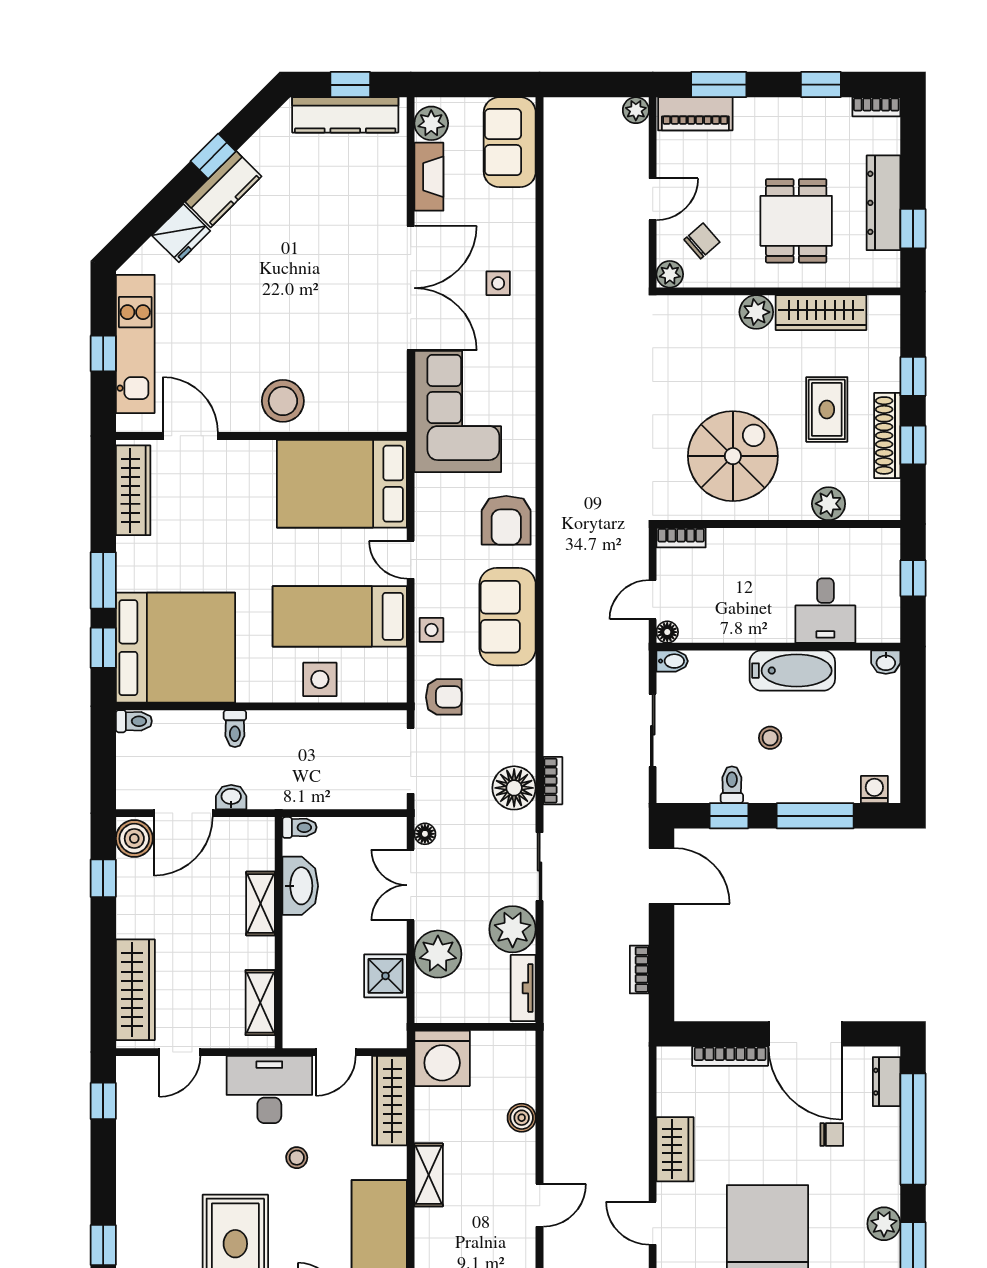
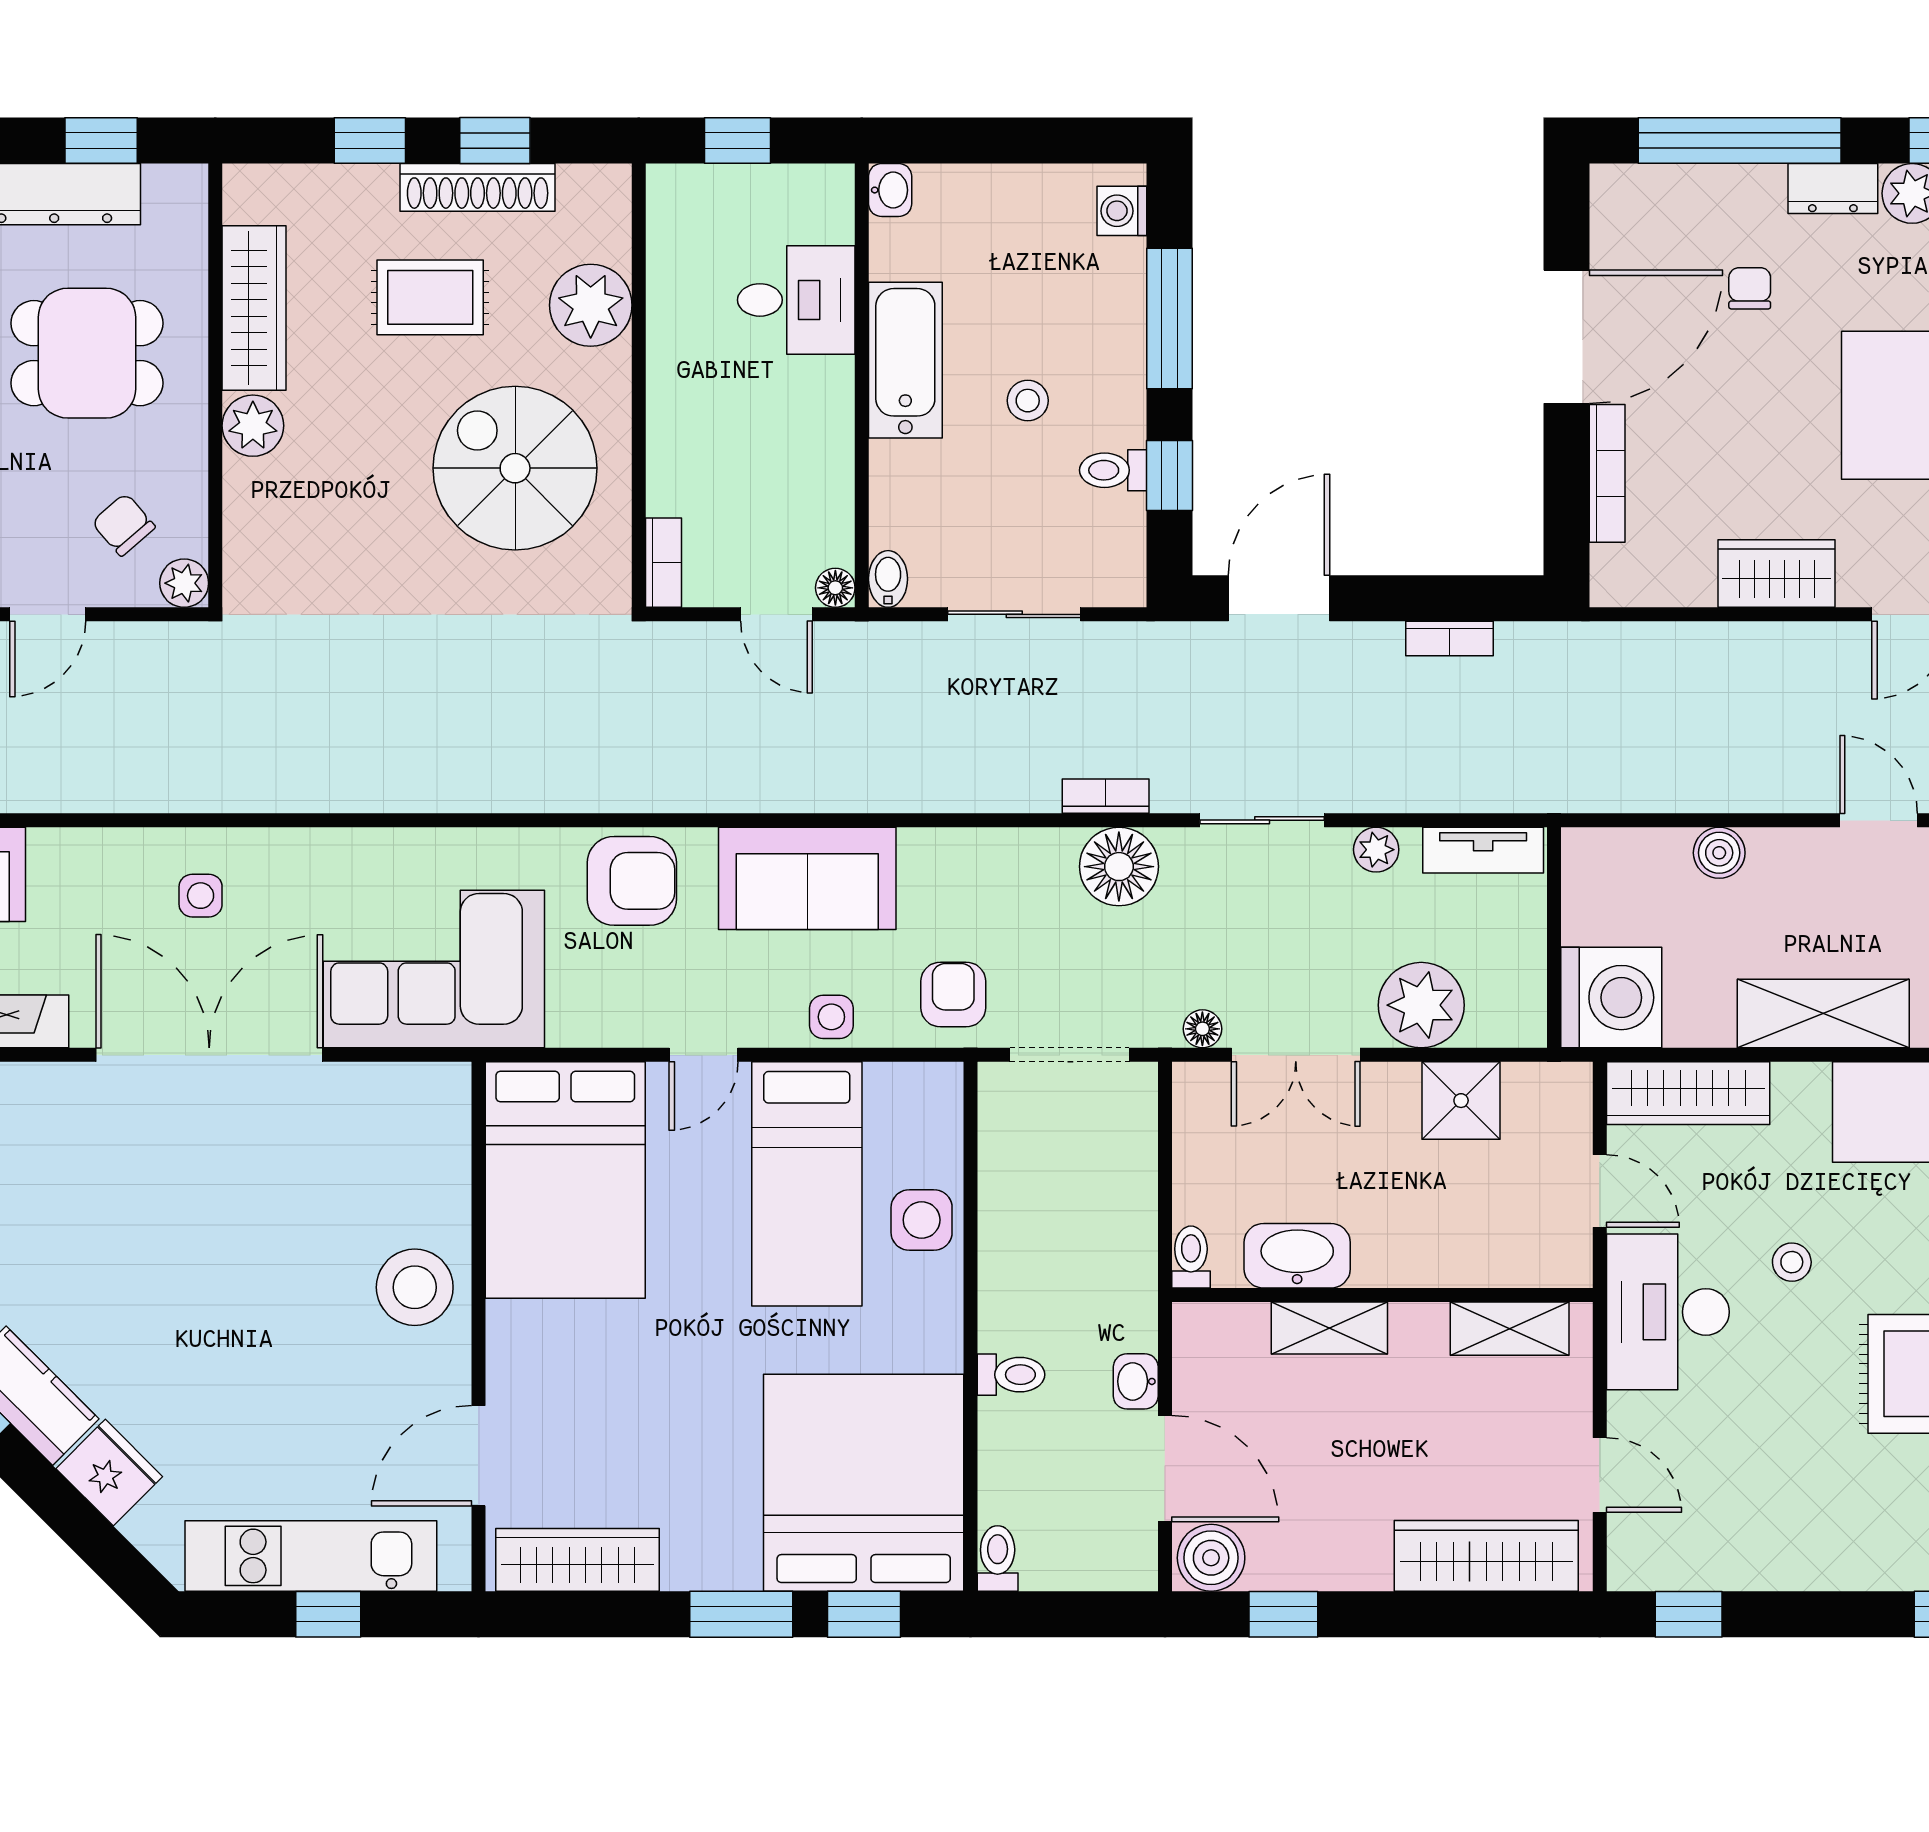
door: (653, 199) -> (48, 614), swing flipped
plant: (829, 504) -> (591, 305), width x1.36, depth x1.36
plant: (513, 929) -> (1376, 850), width x0.53, depth x0.53
dresser: (887, 1082) -> (1833, 189), moved
shelving: (429, 1175) -> (1823, 1014), width x1.50, depth x1.33

